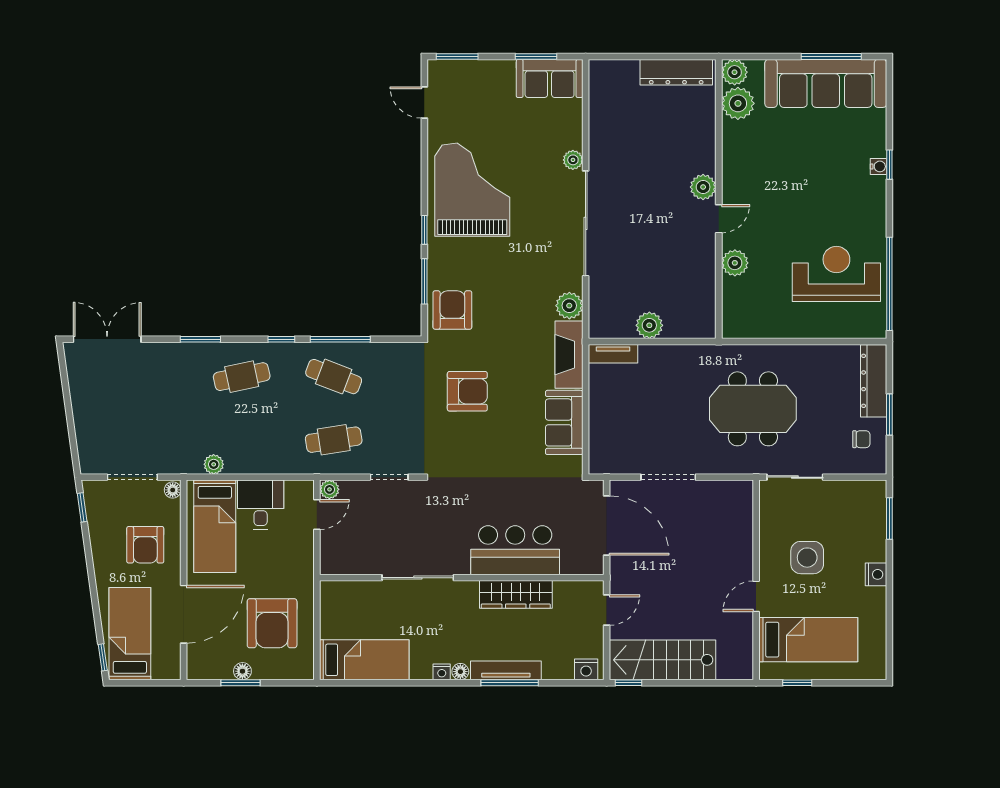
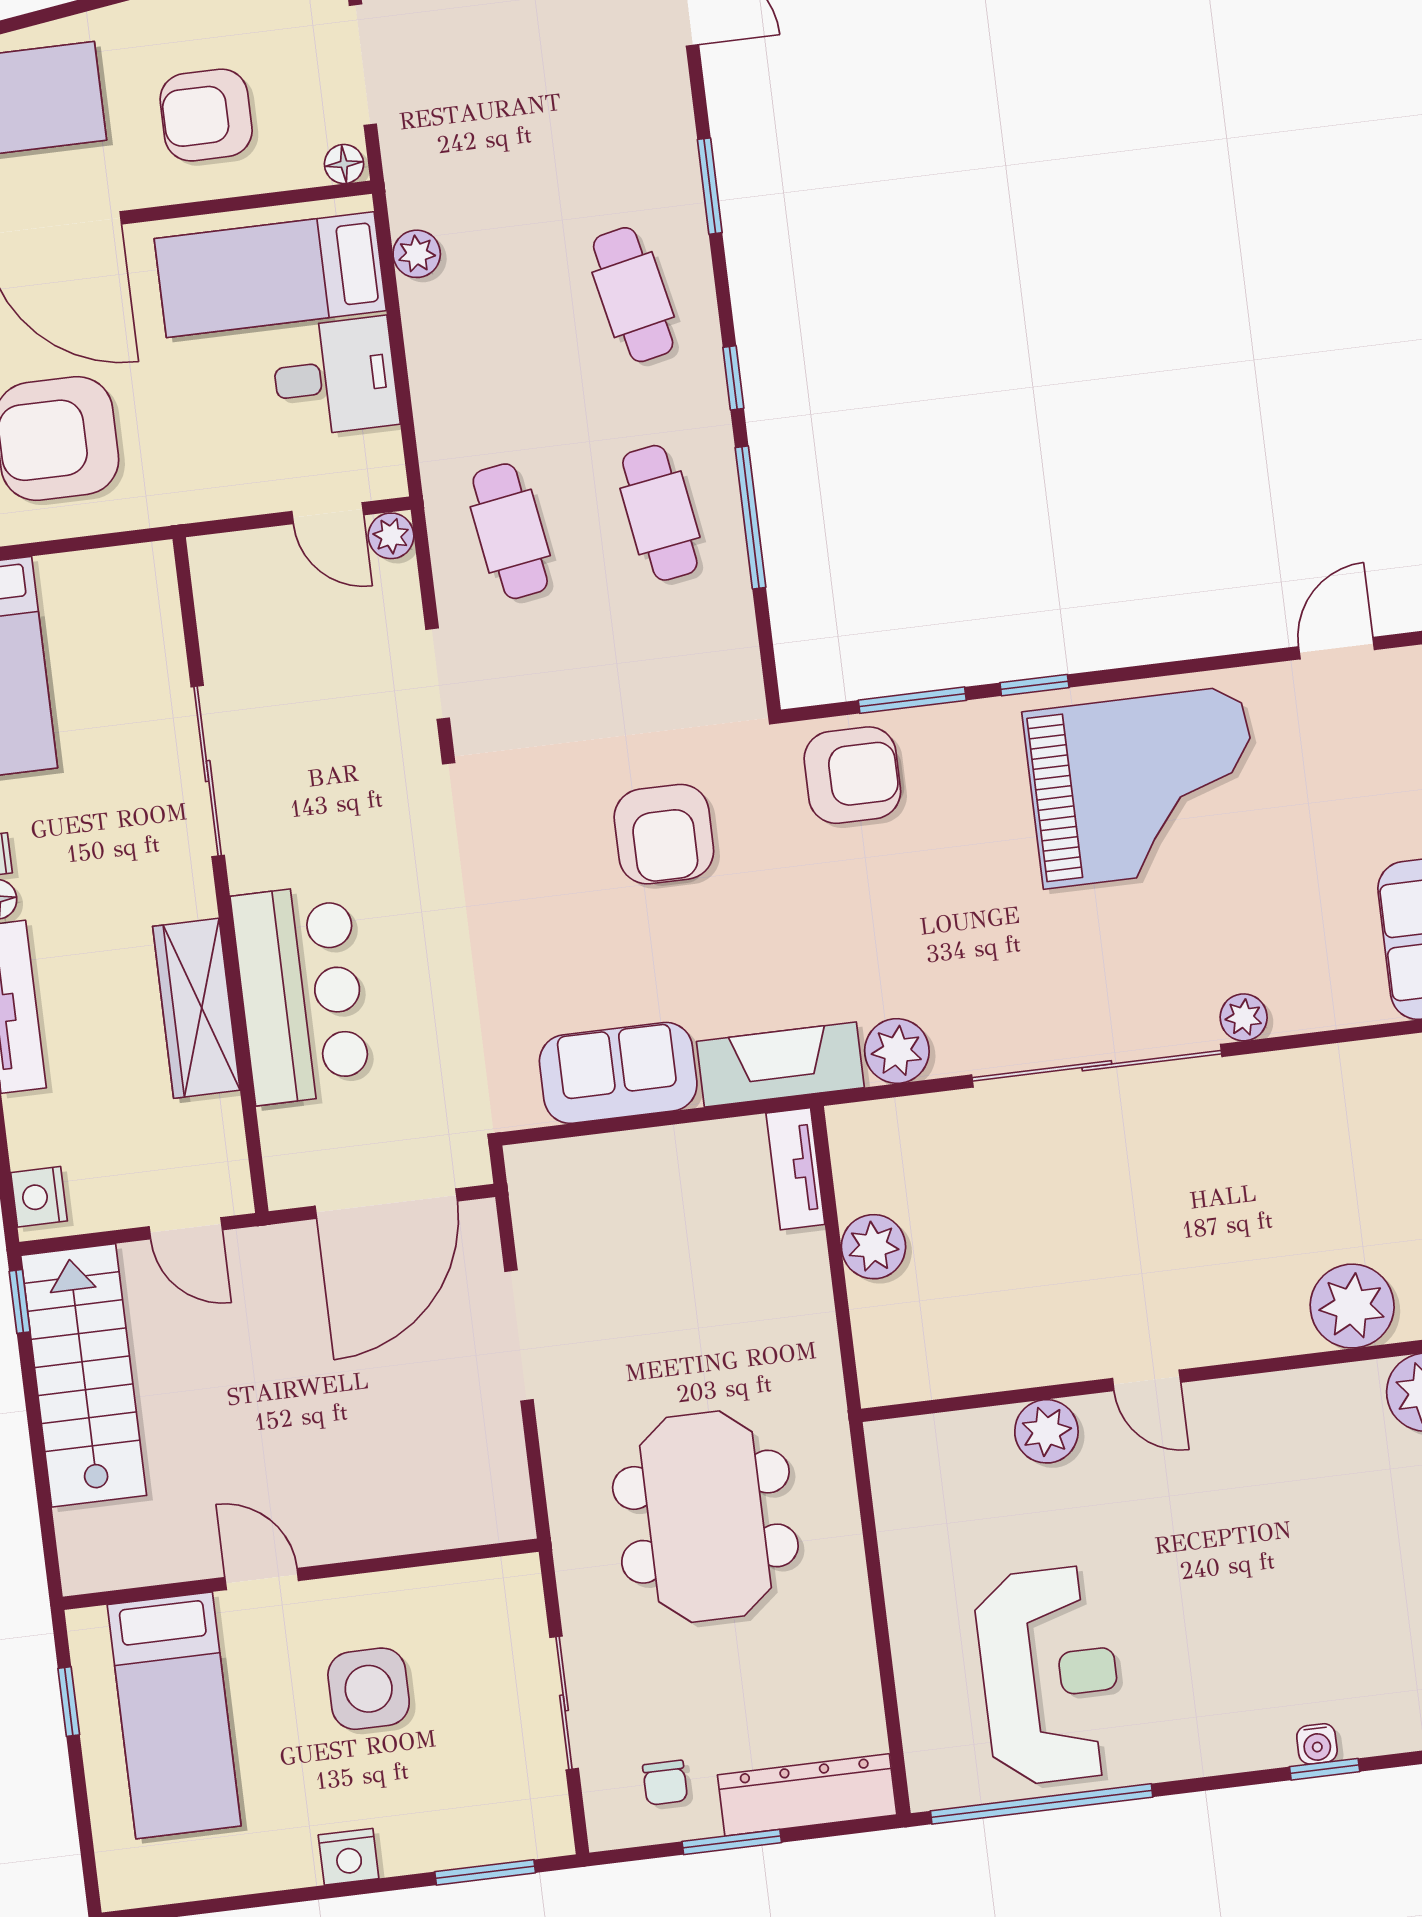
plant: (703, 187) -> (1352, 1306), moved, width x1.36, depth x1.36
cafe table: (334, 377) -> (660, 513), turned -30
sliding door: (795, 477) -> (564, 1703), moved

